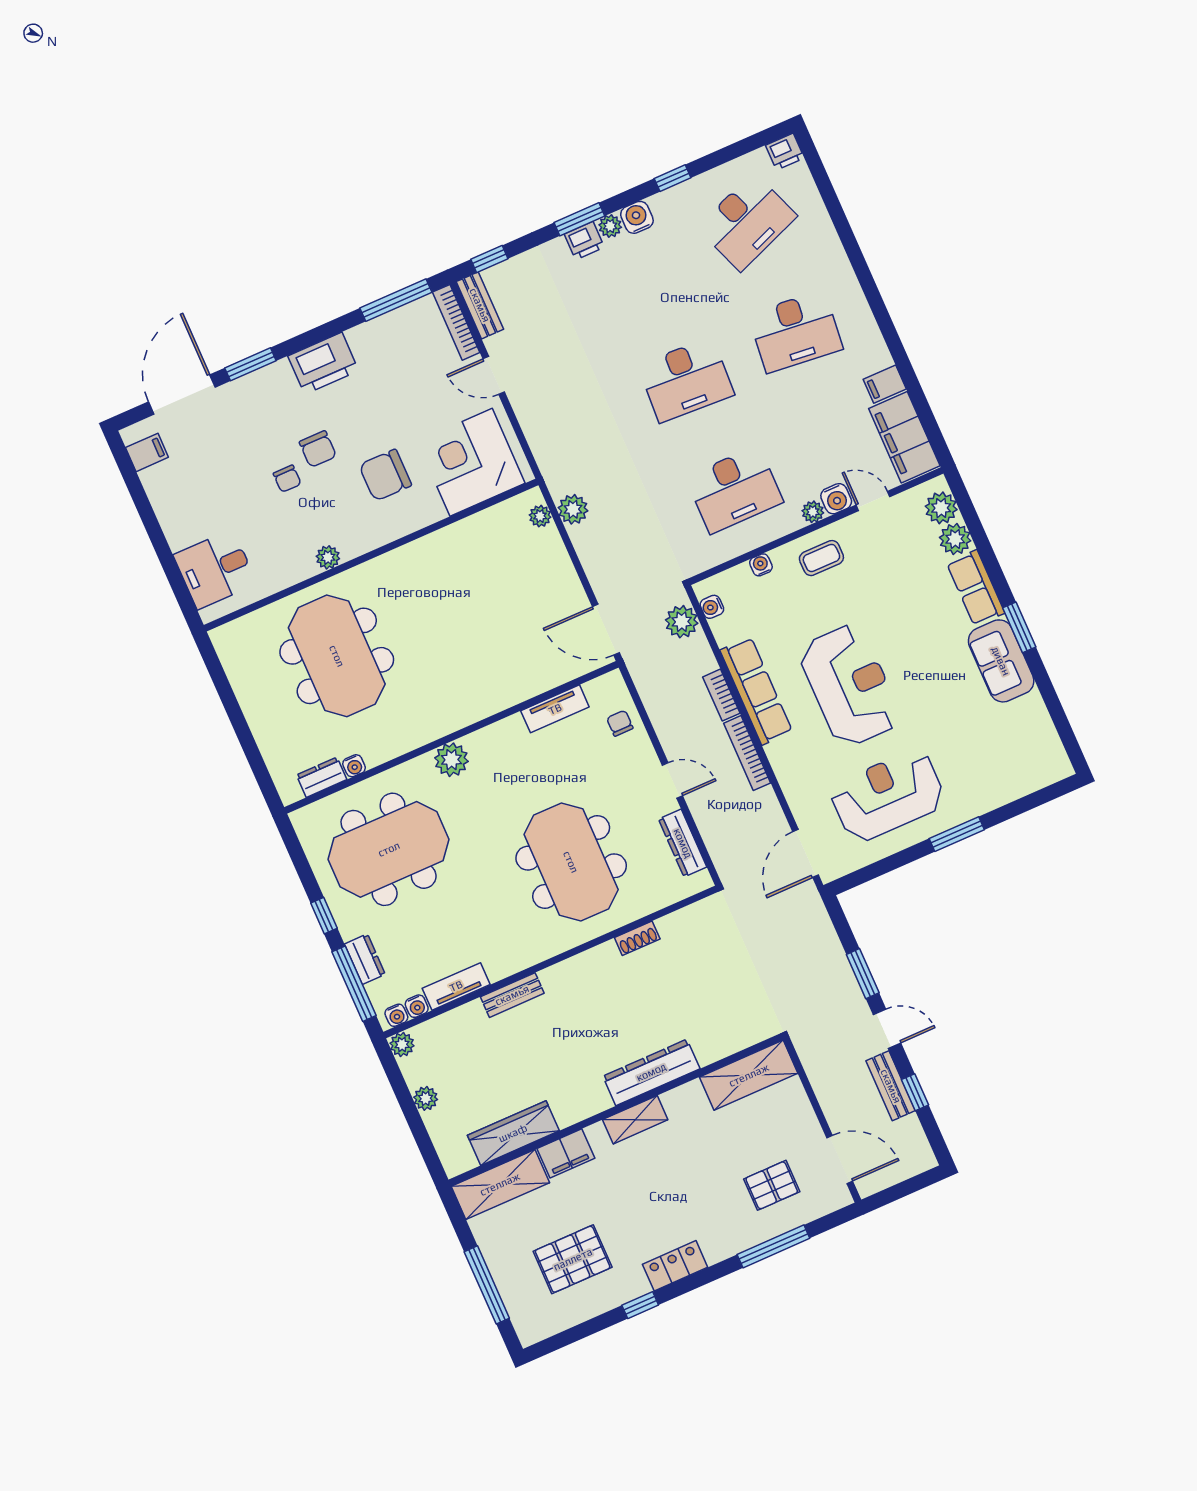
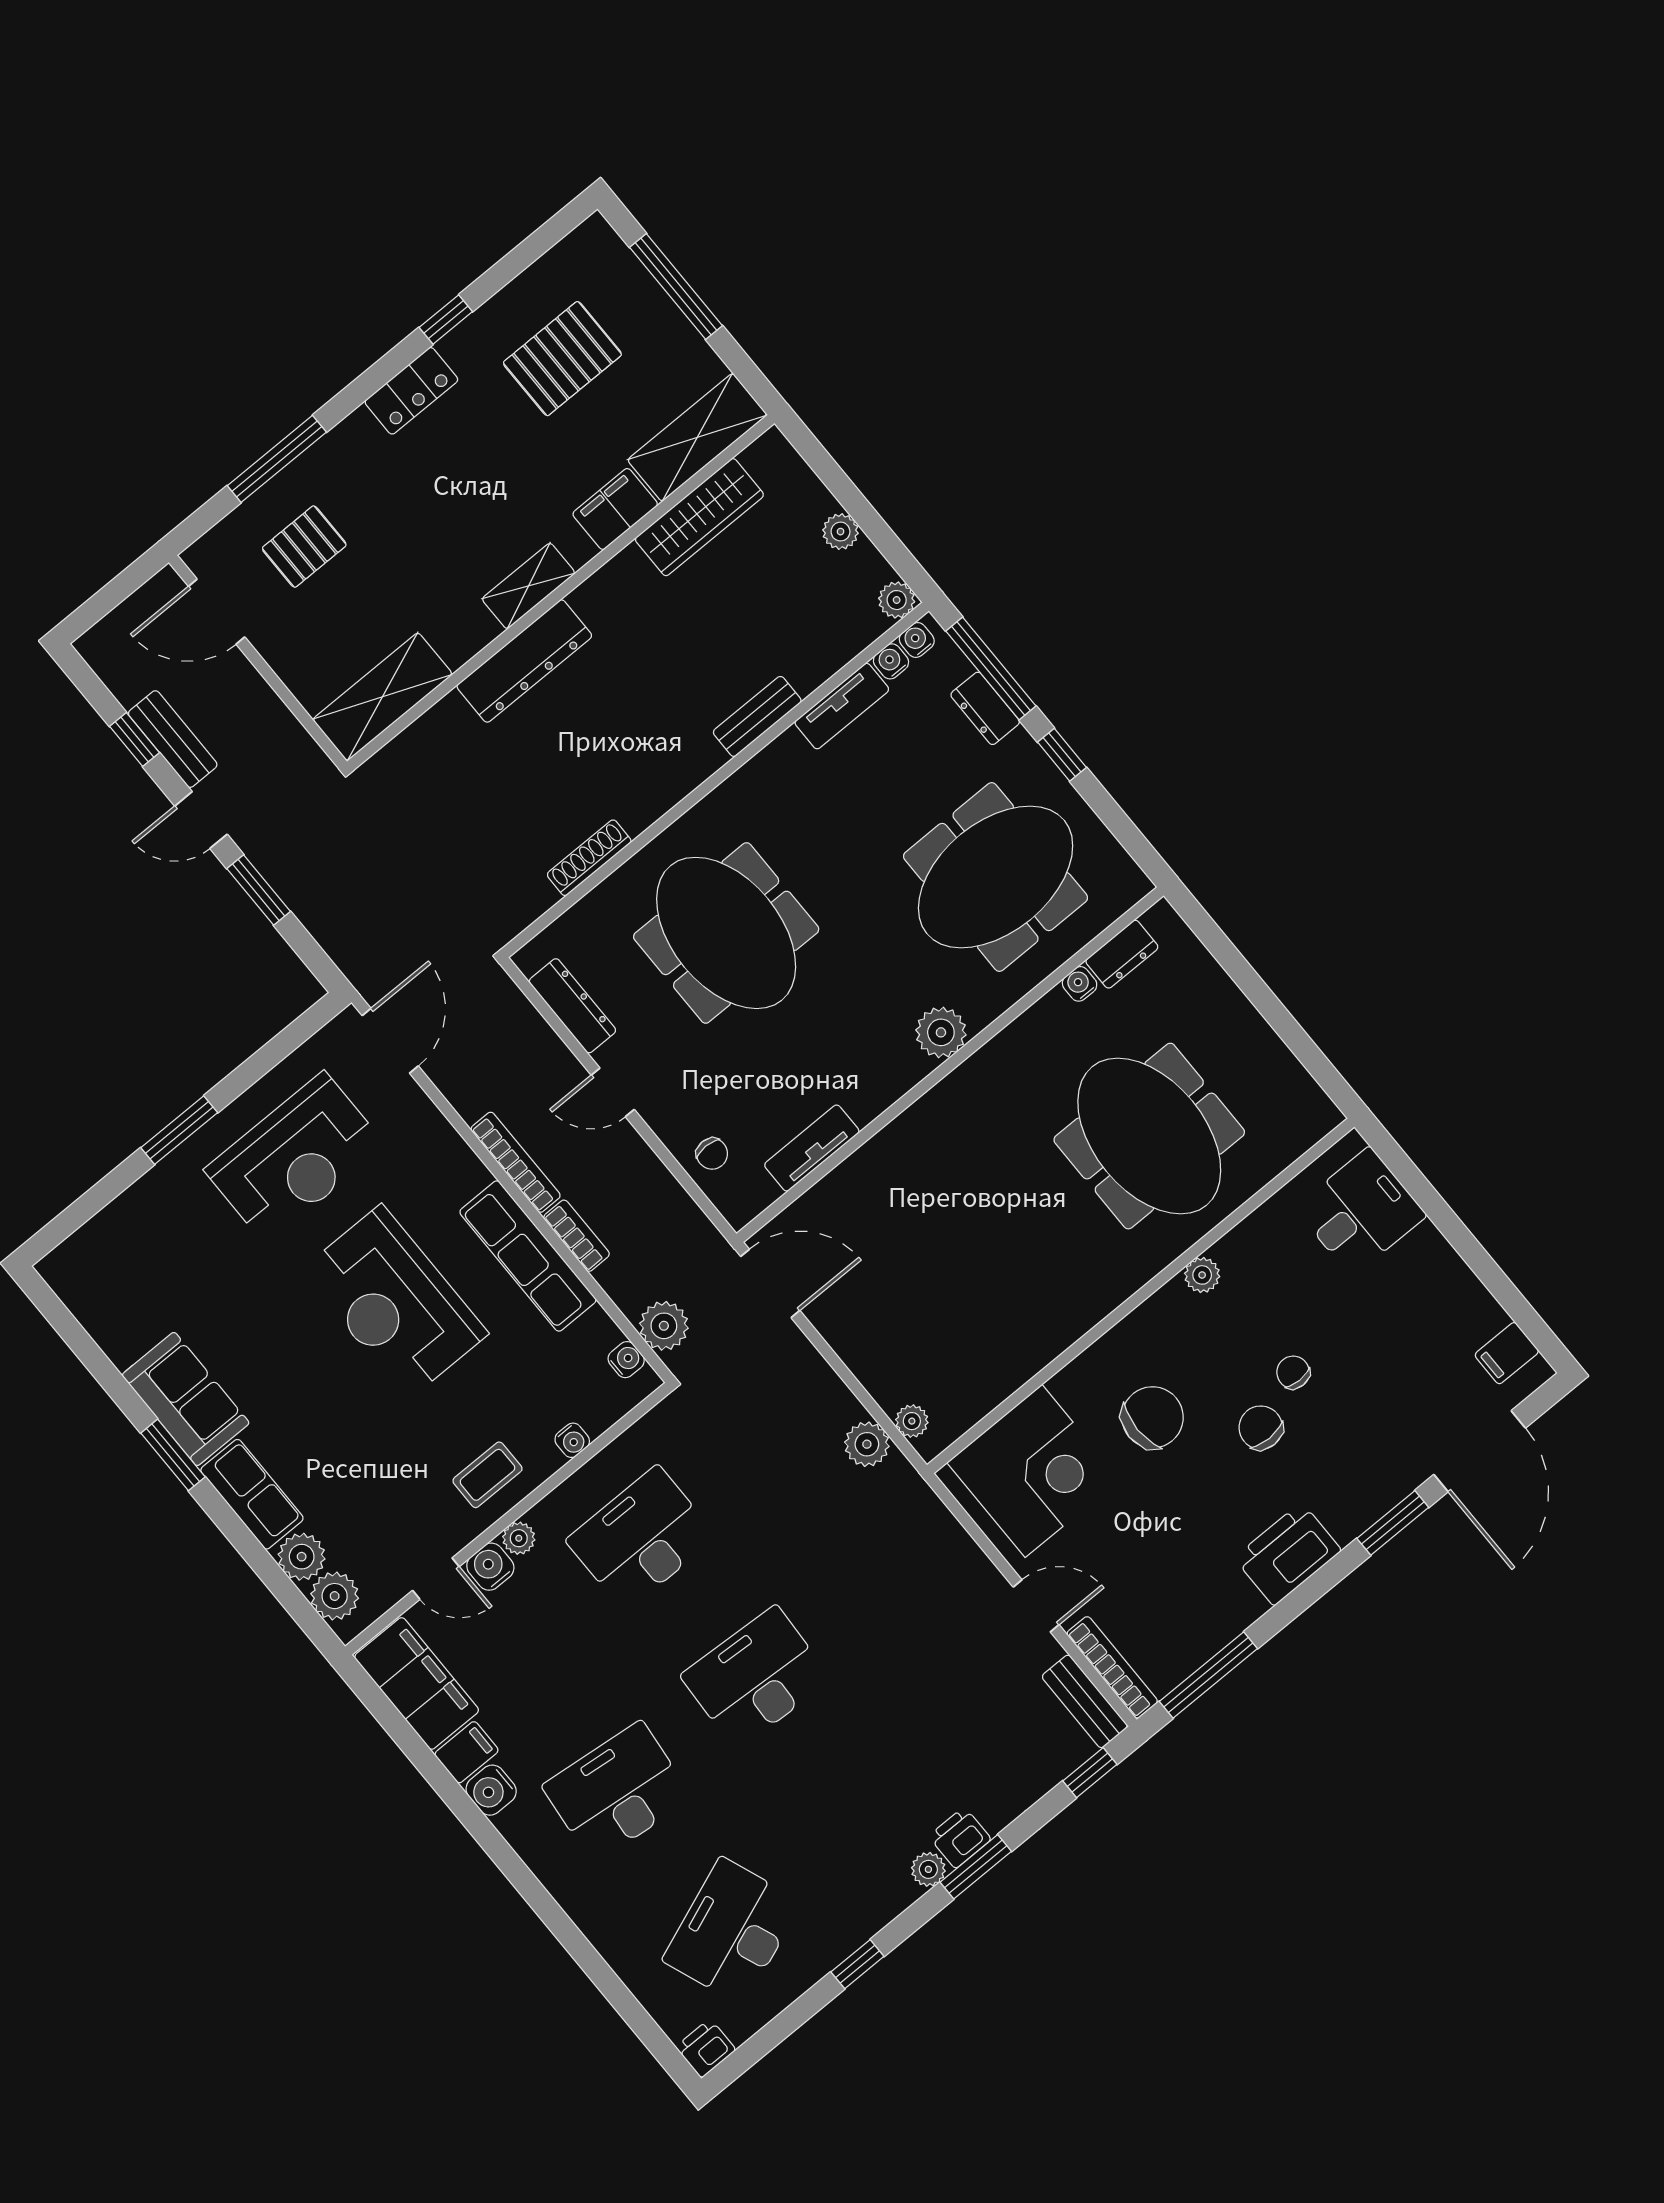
water cooler: (637, 217) -> (491, 1790), moved, turned 90
shoe rack: (637, 938) -> (589, 858), width x1.43

